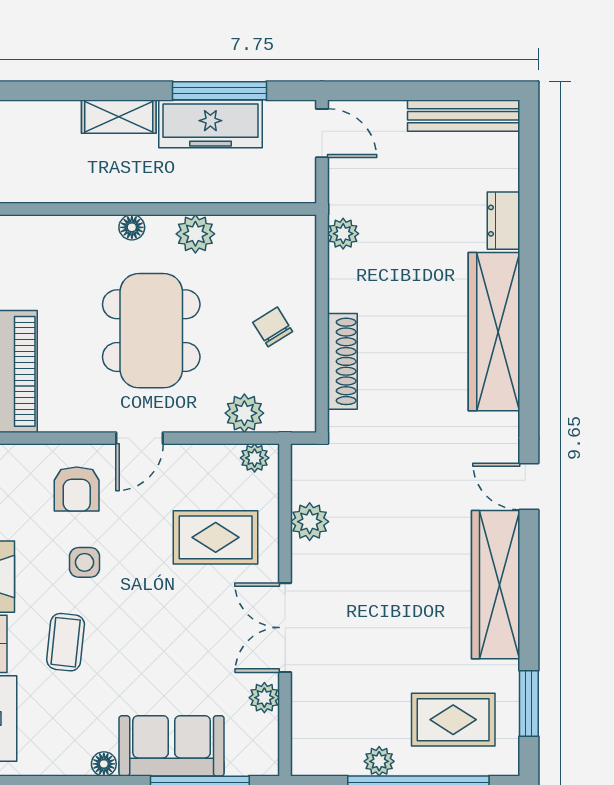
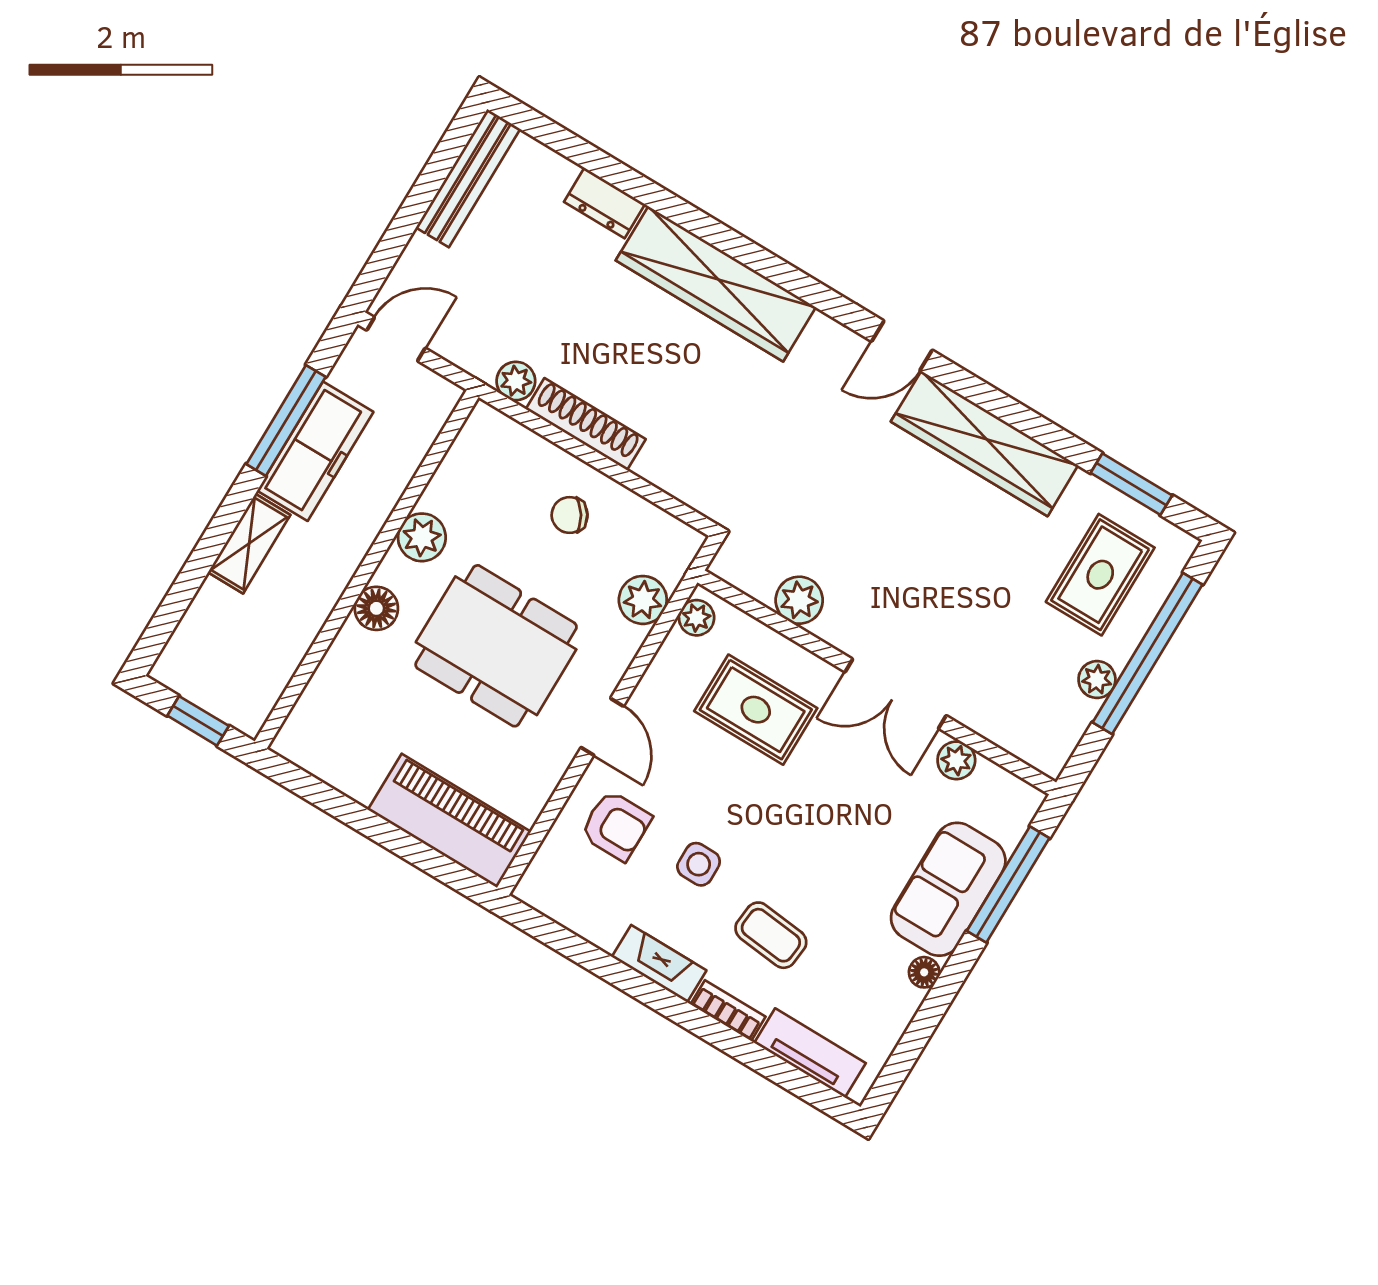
floor lamp: (132, 227) -> (376, 608), width x1.37, depth x1.37
shoe rack: (342, 361) -> (586, 424), moved
rug: (216, 537) -> (756, 710), turned 90

